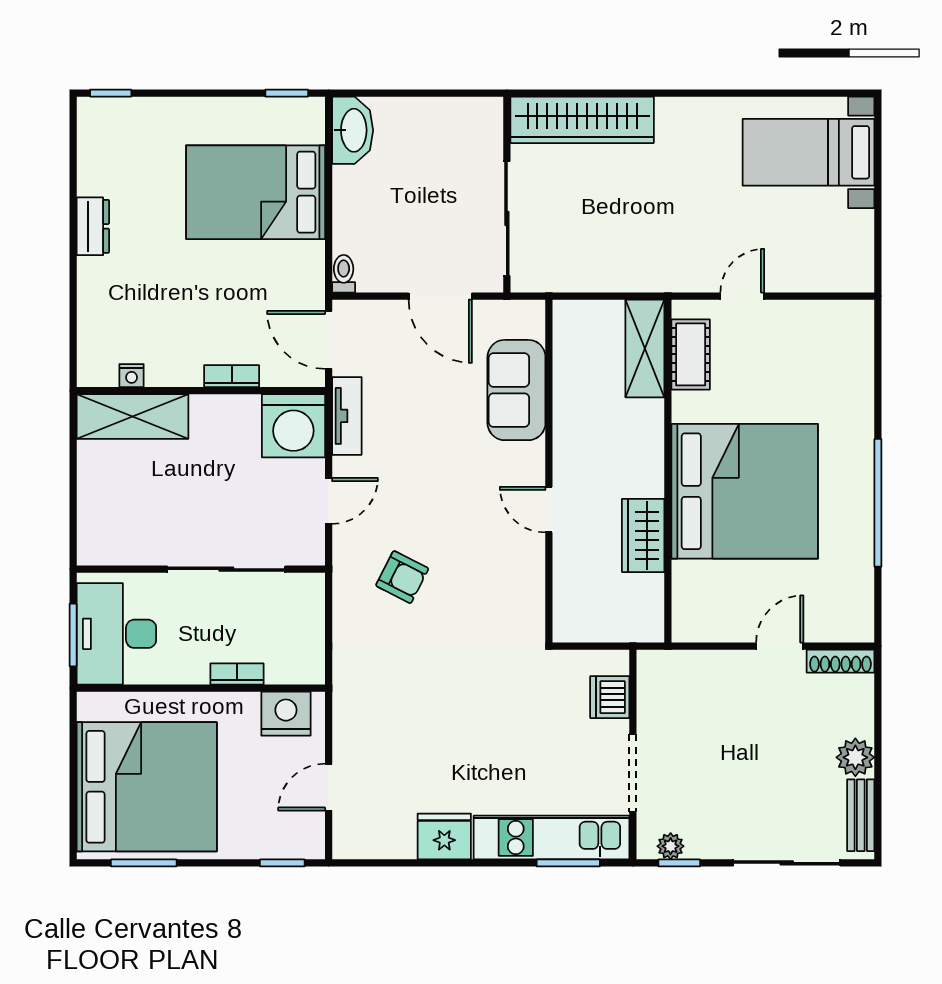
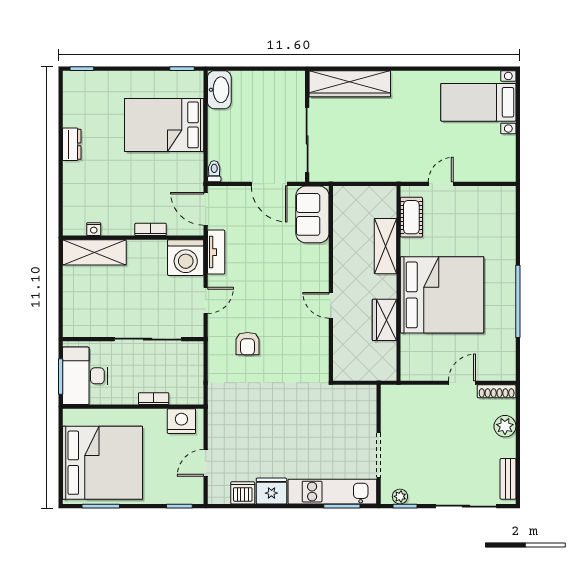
shelving: (645, 348) -> (385, 246), moved
sofa: (516, 390) -> (312, 214), moved
armchair: (402, 577) -> (248, 344), turned 63
dishwasher: (610, 697) -> (243, 493), moved, turned 90
plant: (855, 757) -> (505, 426), moved

